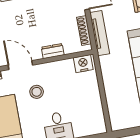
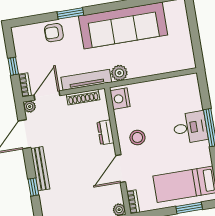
plant: (106, 63) -> (119, 73), added
stool: (37, 92) -> (137, 137), moved

